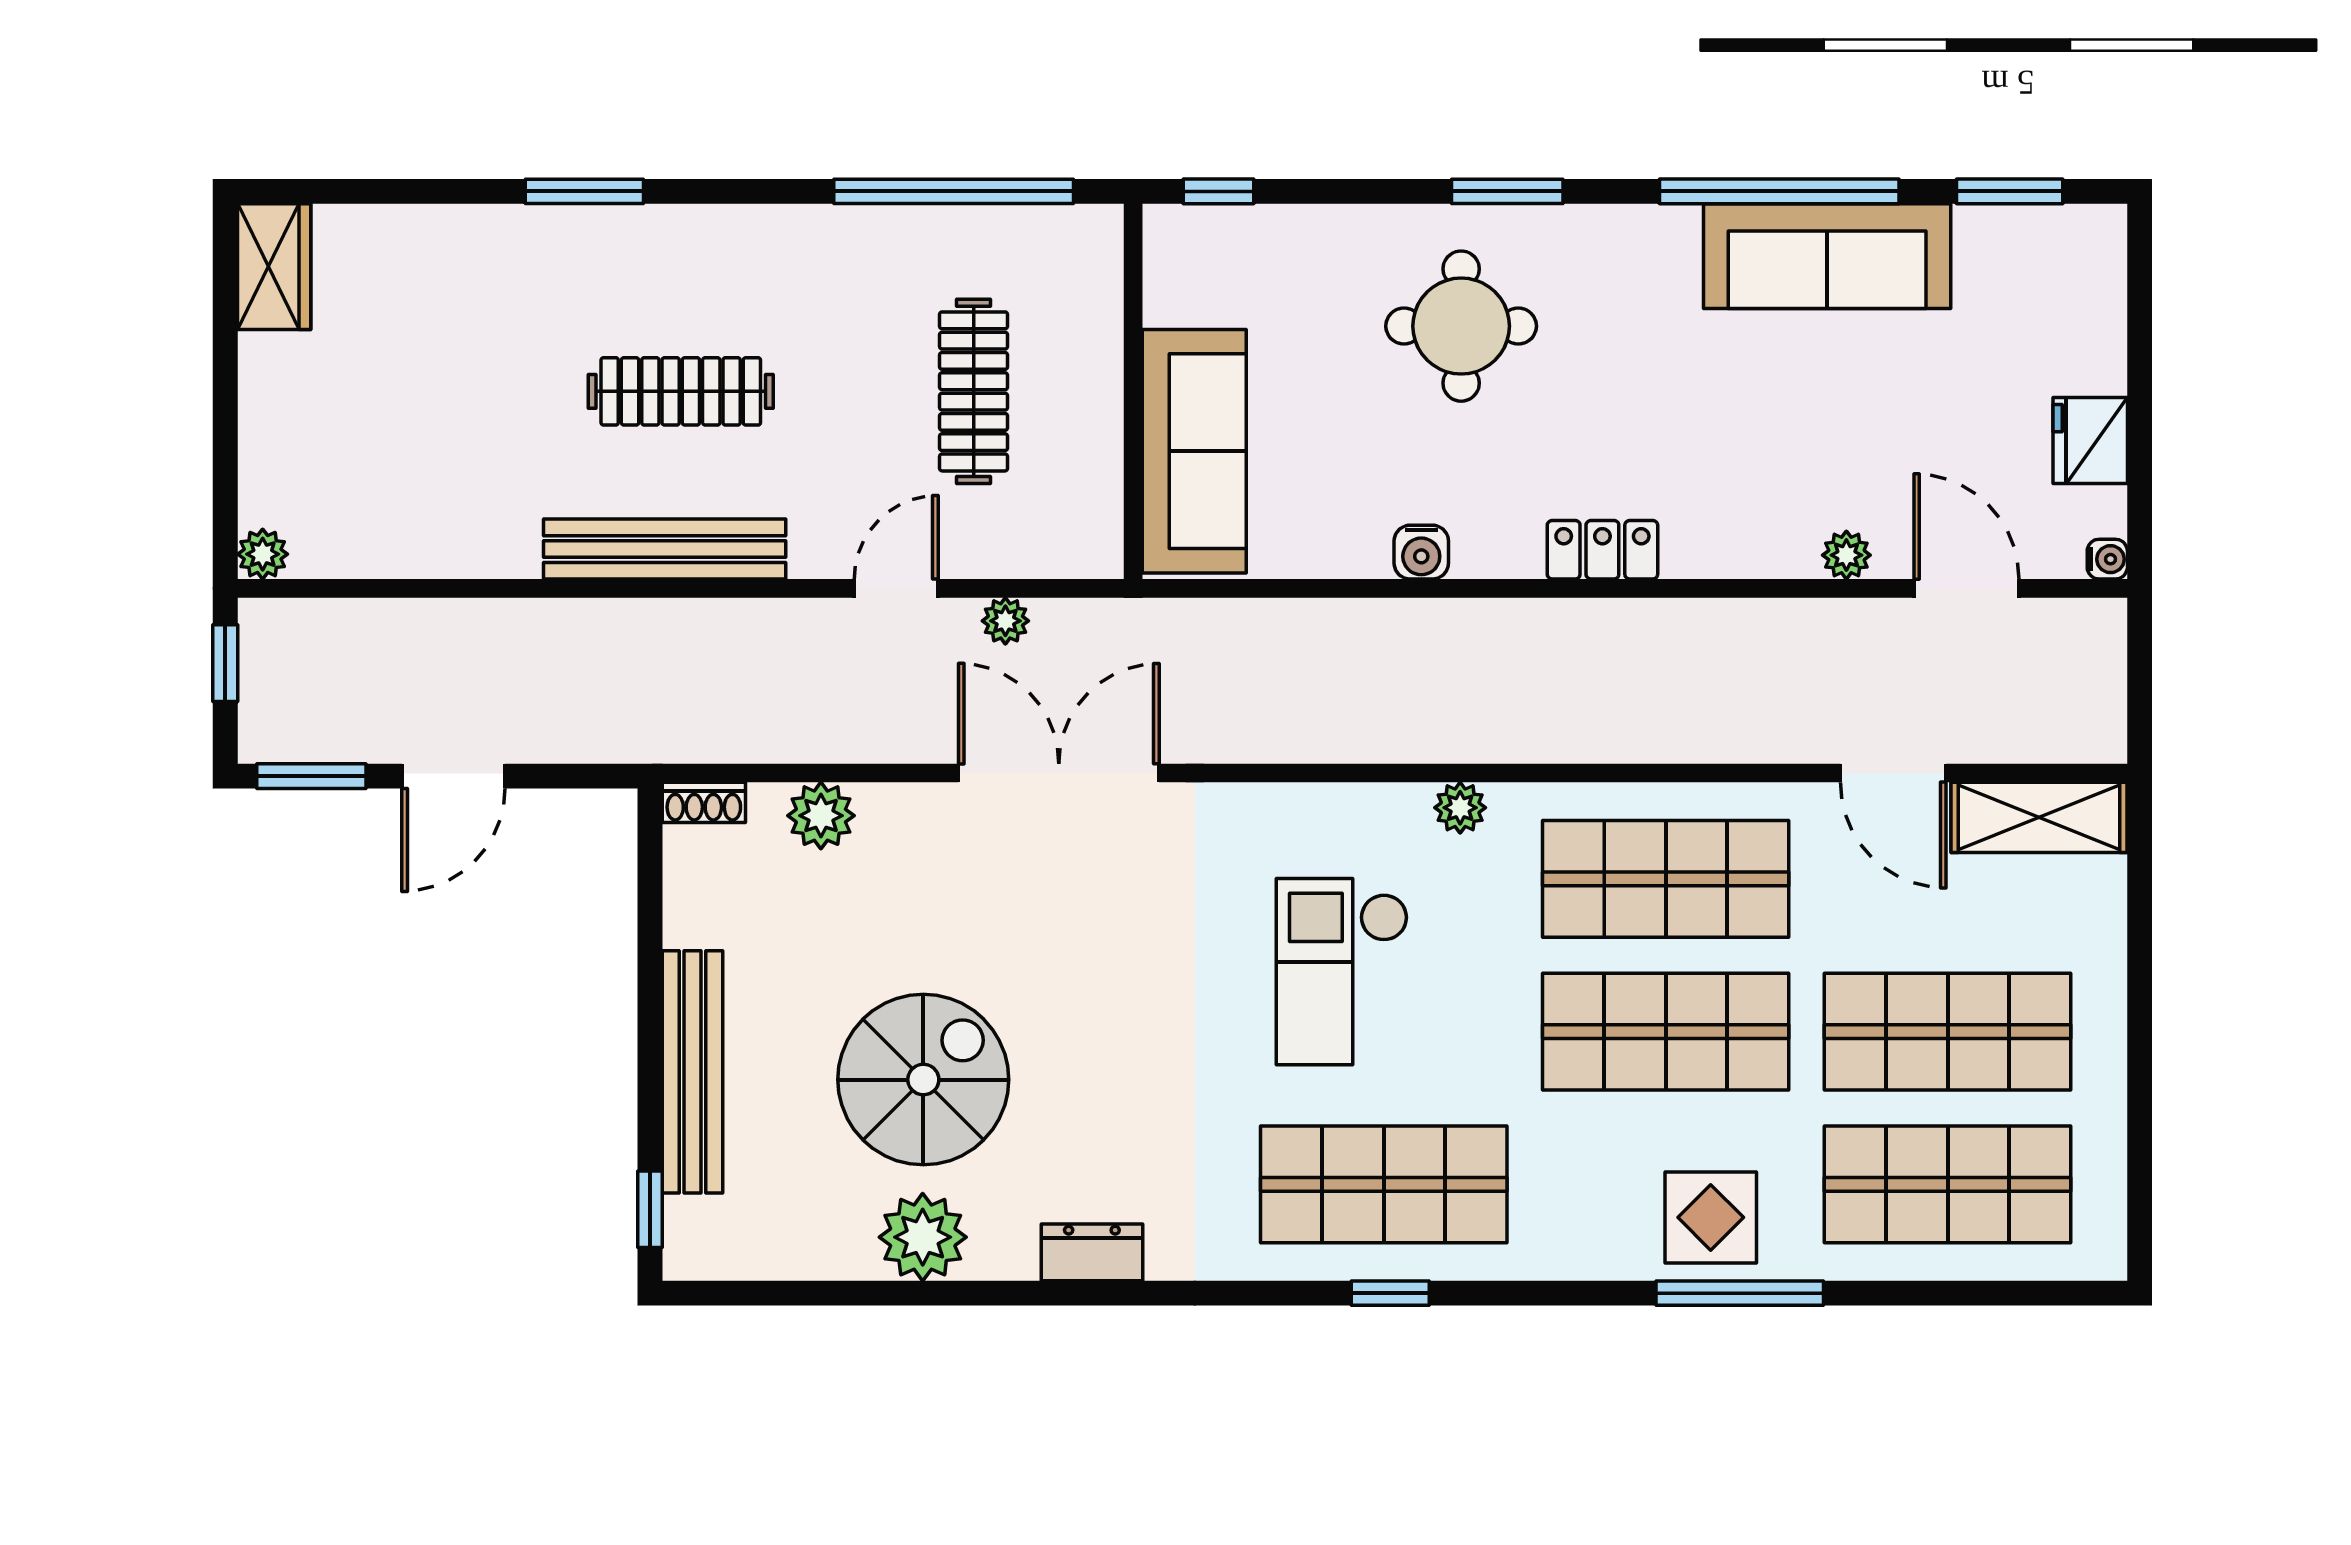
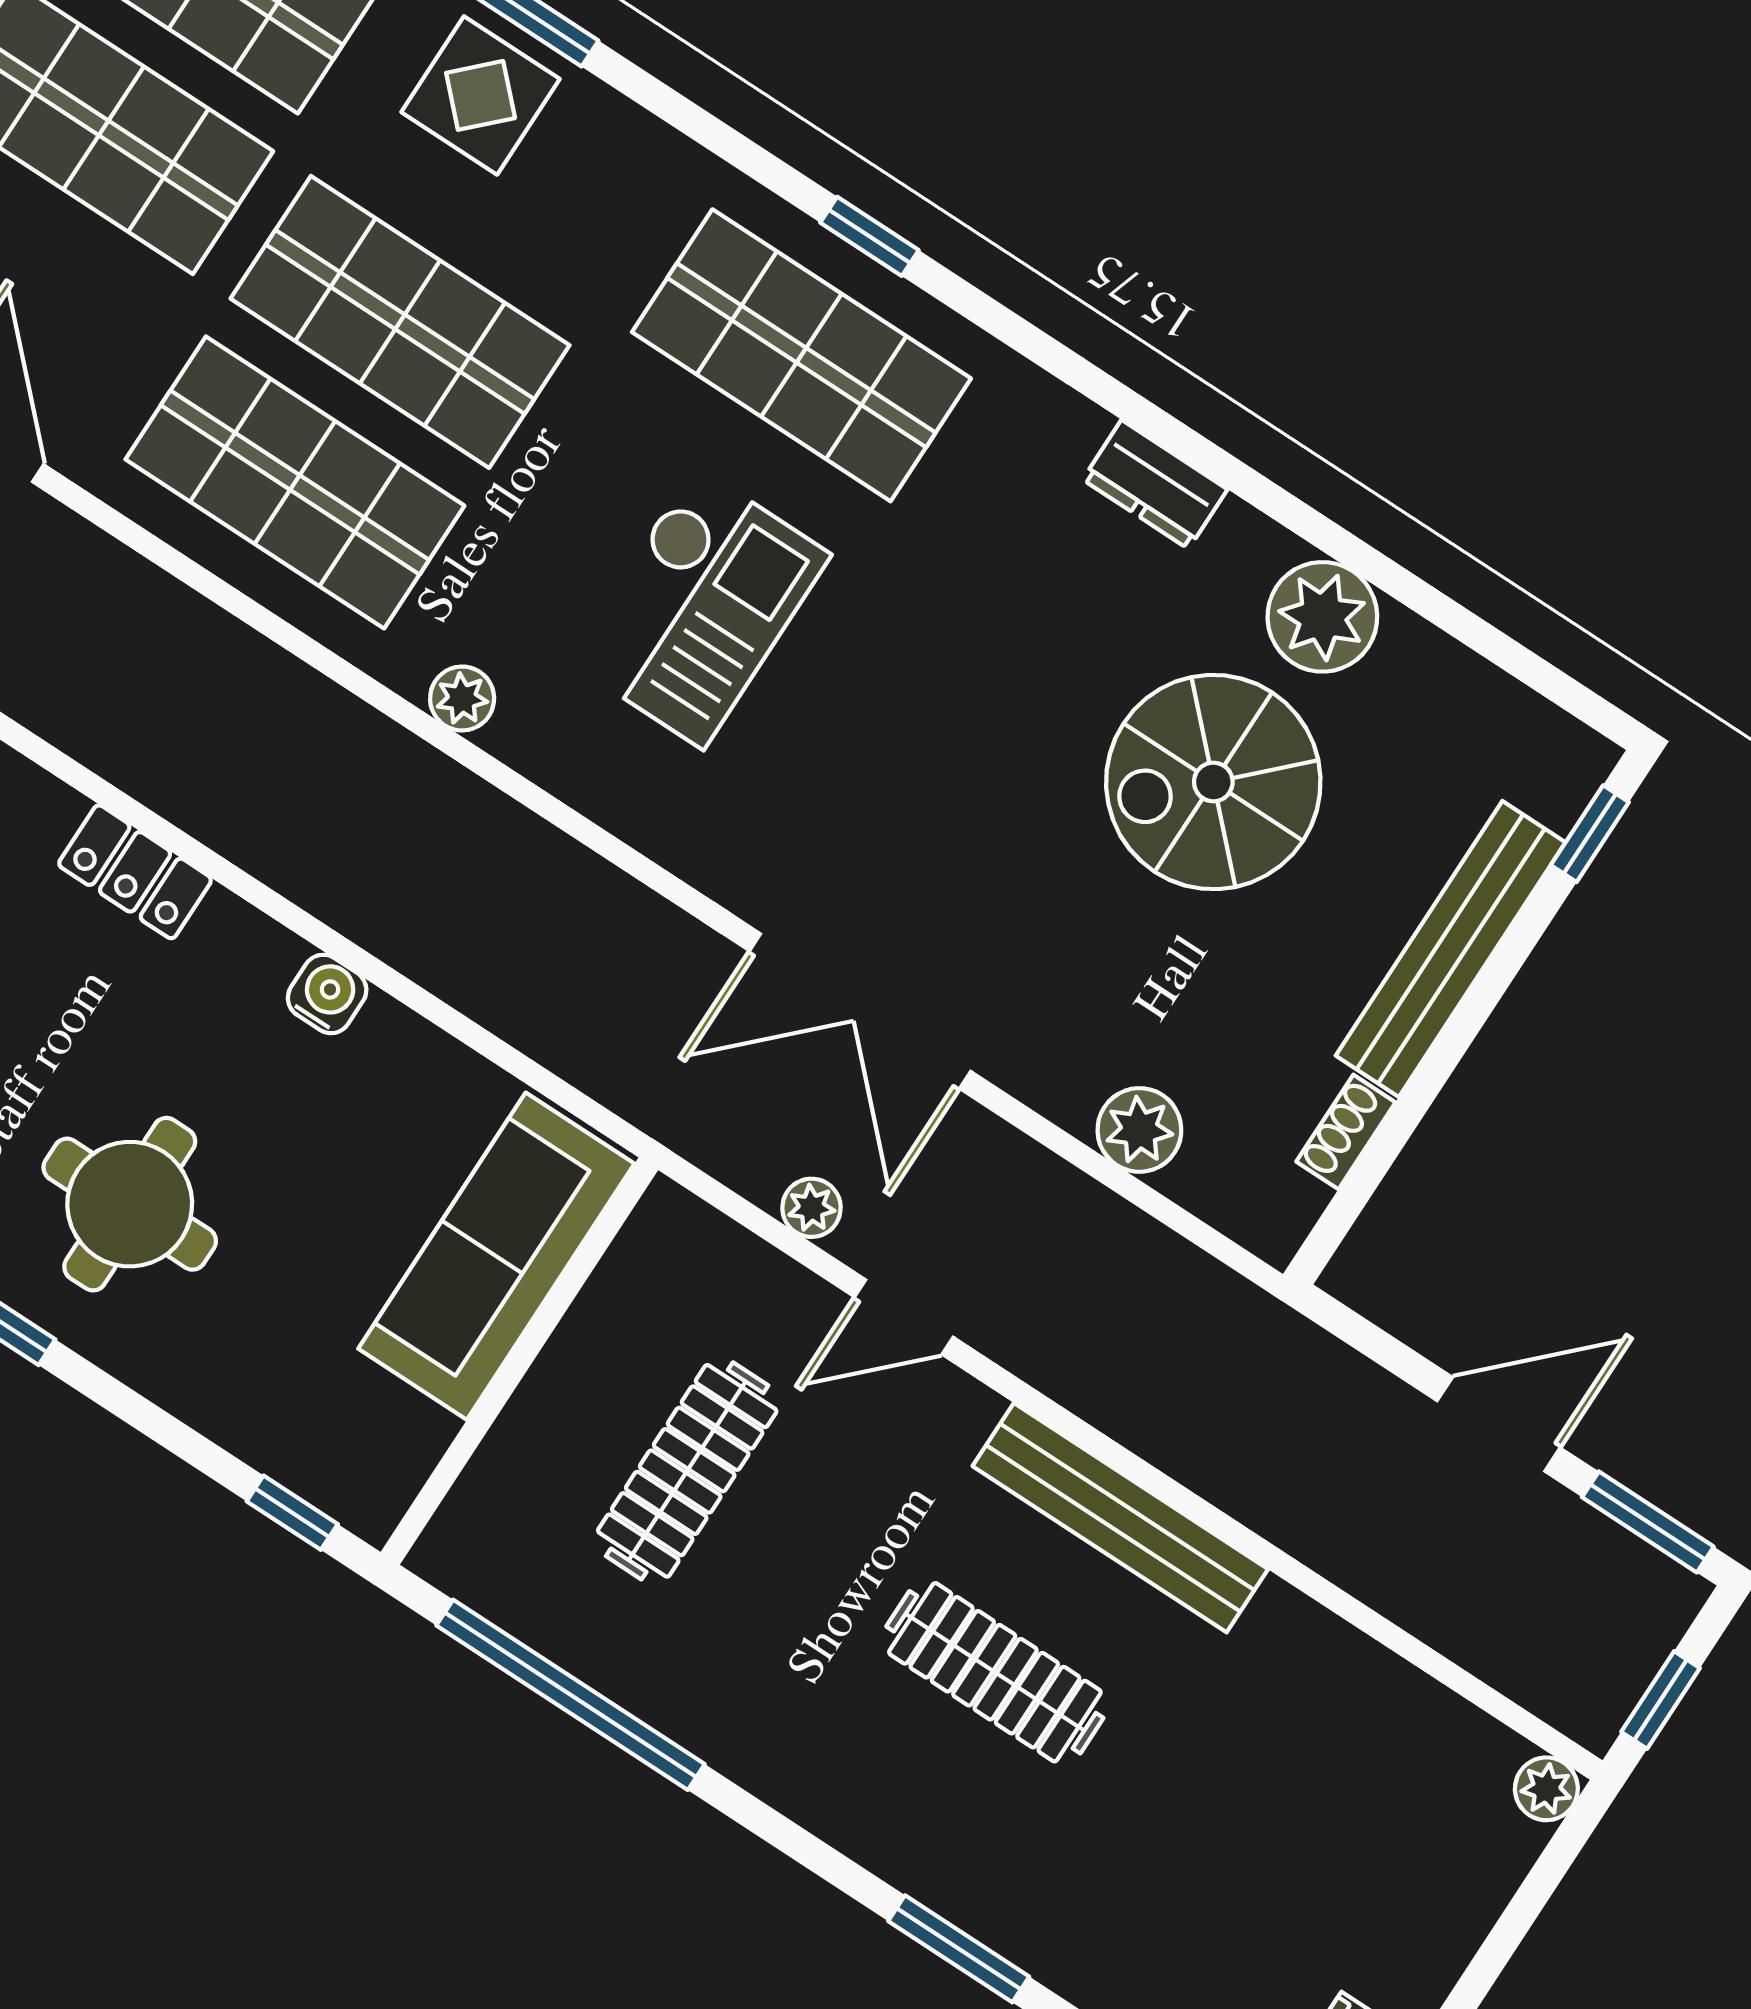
shoe rack: (704, 802) -> (1346, 1132), moved, turned -90

